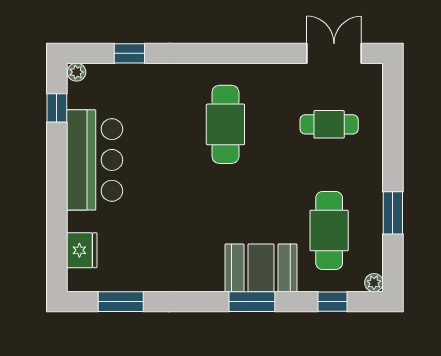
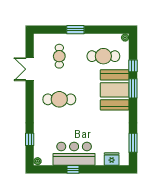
double door: (334, 53) -> (30, 69), moved
window: (57, 108) -> (73, 169), moved
window: (393, 213) -> (75, 30), moved
booth: (261, 268) -> (115, 90), width x1.36, depth x1.42
window: (333, 302) -> (133, 66), moved

